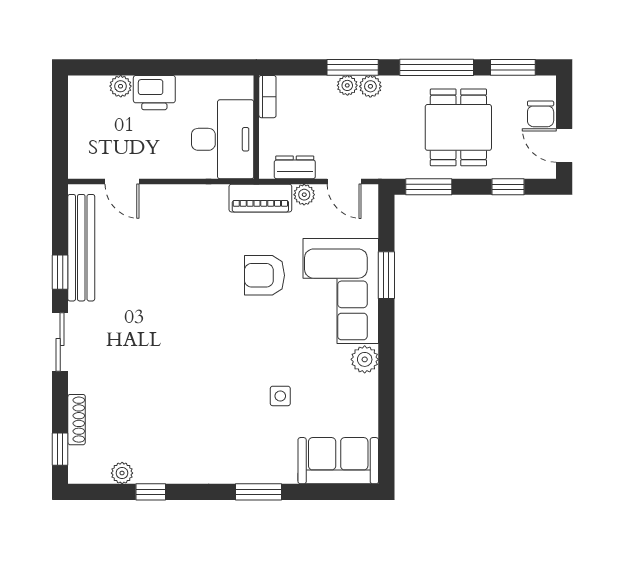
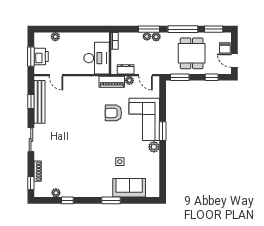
printer: (154, 93) -> (41, 57), moved, turned -90
window: (60, 136) -> (31, 57), added
window: (60, 272) -> (31, 101), moved
window: (386, 275) -> (163, 131), moved
sofa: (338, 461) -> (129, 188), moved

